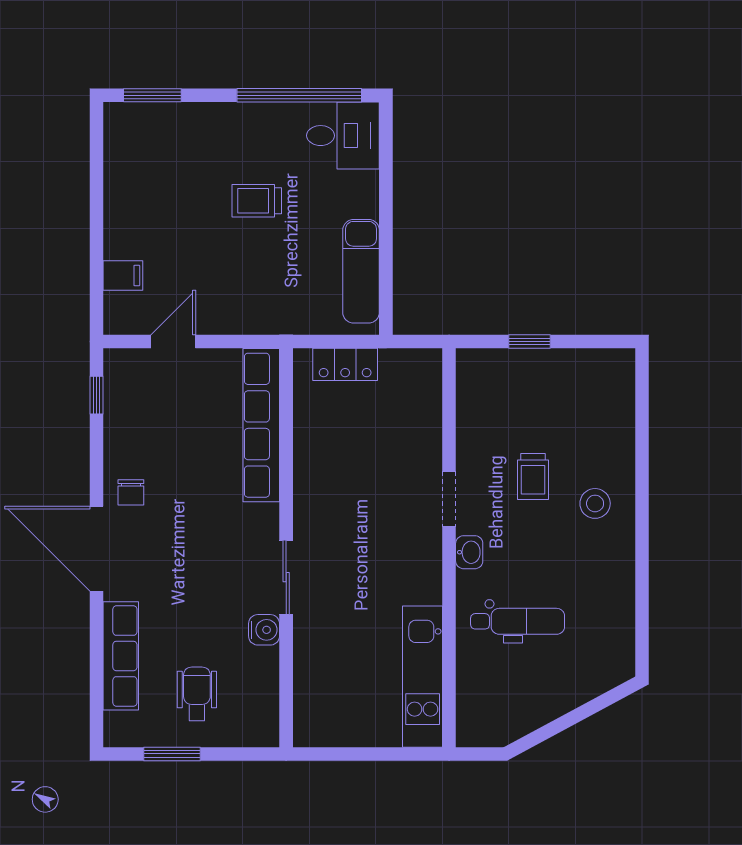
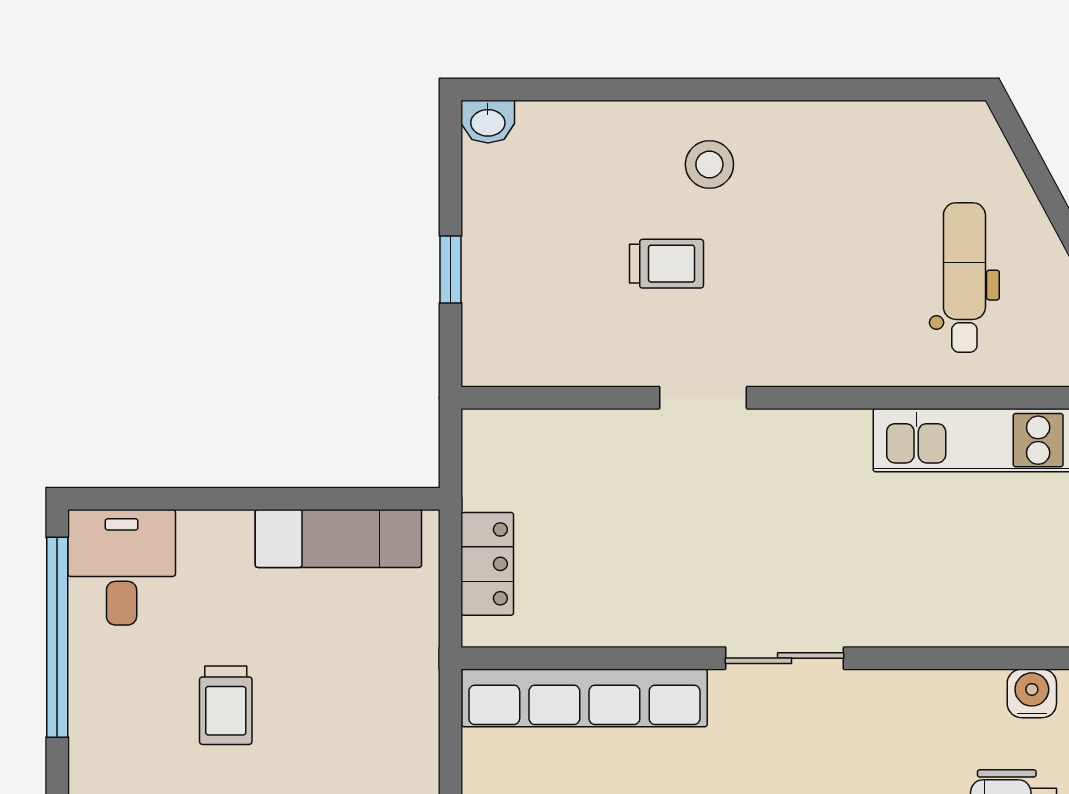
washbasin: (469, 552) -> (488, 122), moved, turned 180
sliding door: (286, 577) -> (785, 658), moved
dental chair: (518, 621) -> (964, 278), moved
water cooler: (264, 630) -> (1032, 693), moved

